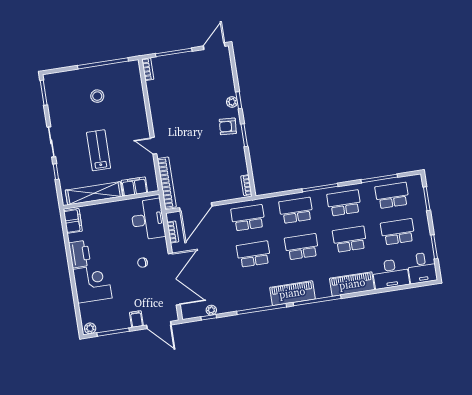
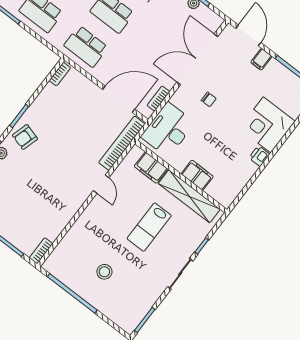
armchair: (228, 126) -> (25, 137), turned 102
filing cabinet: (73, 221) -> (197, 175), moved, turned 90
printer: (80, 254) -> (259, 156), width x0.53, depth x0.68

